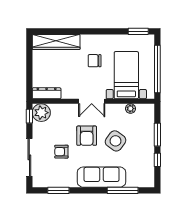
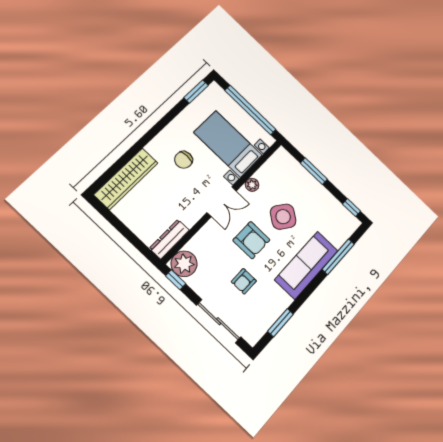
plant: (130, 109) -> (252, 185), moved
window: (157, 160) -> (352, 208), moved

